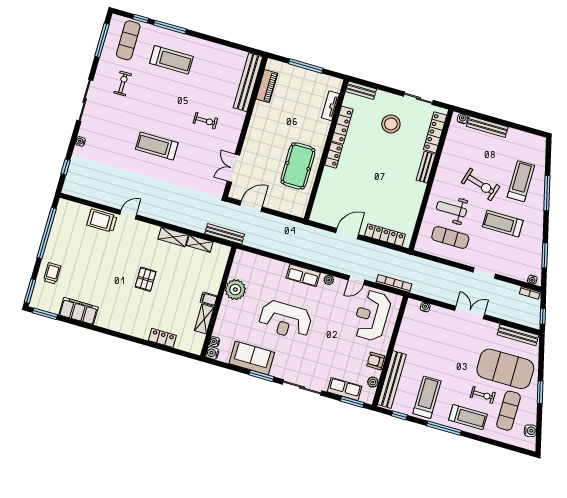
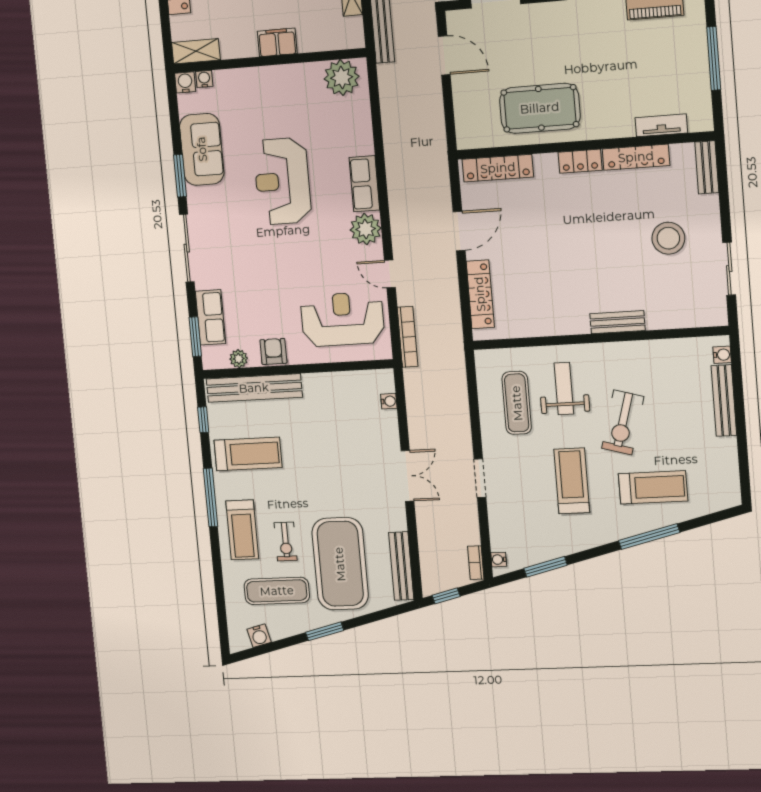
locker: (435, 132) -> (498, 168), moved, turned 180
door: (347, 234) -> (459, 231), hinge flipped
plant: (329, 280) -> (366, 229), width x1.88, depth x1.88
plant: (235, 290) -> (342, 78), moved
filing cabinet: (209, 299) -> (277, 42), width x2.00
shelving: (204, 319) -> (196, 51), moved

